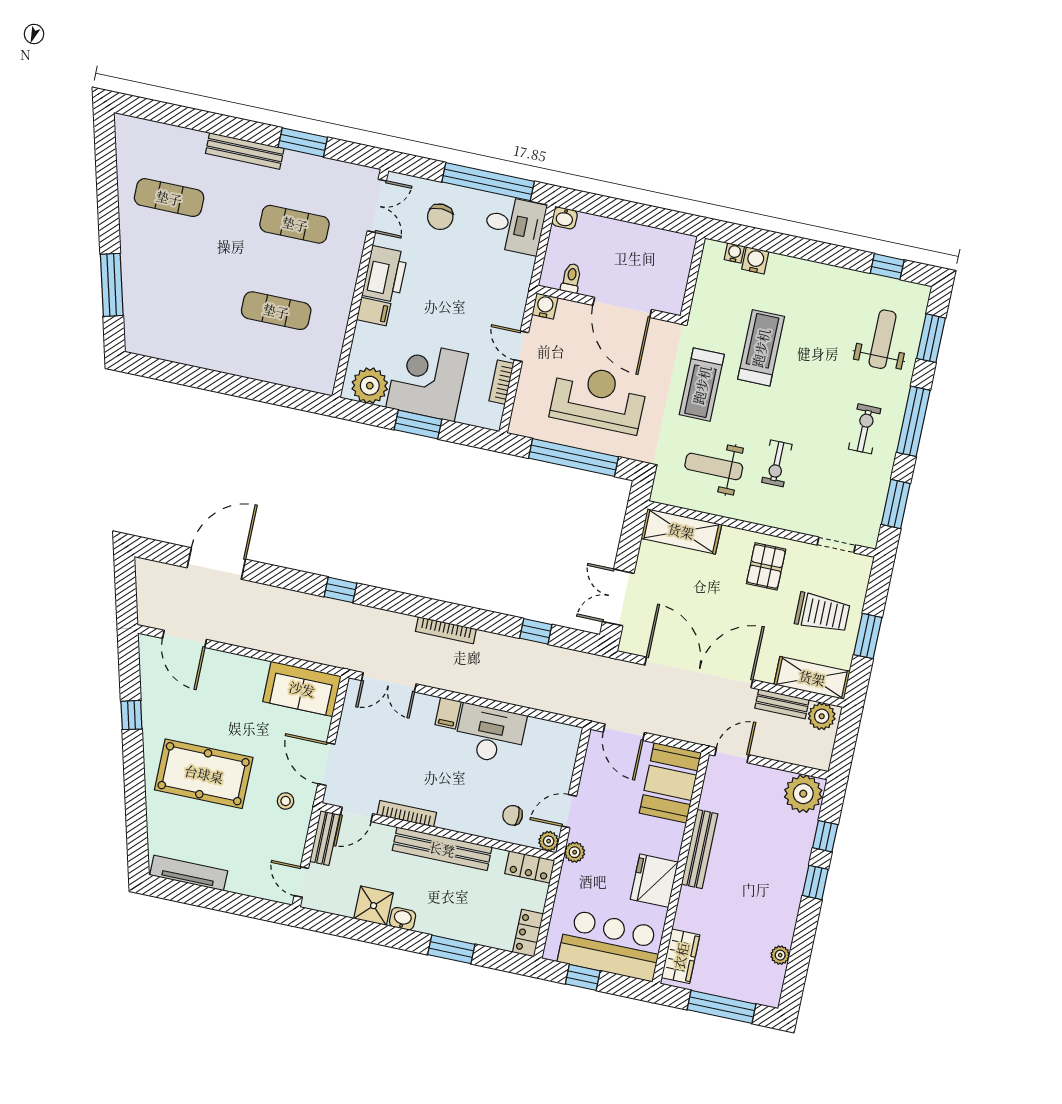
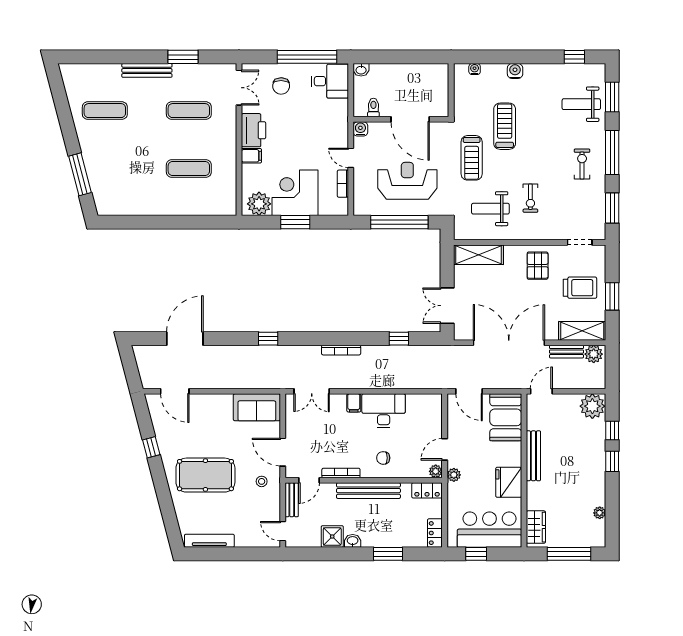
water cooler: (755, 260) -> (515, 71), moved
weight bench: (883, 339) -> (581, 104), turned -90
chair: (513, 815) -> (383, 458), moved

